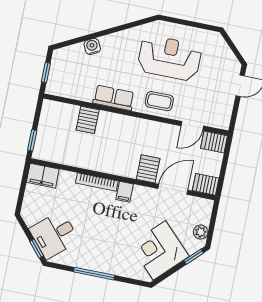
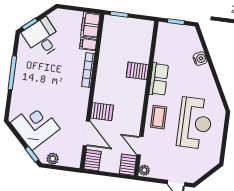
server rack: (88, 120) -> (138, 71), moved
plant: (222, 123) -> (144, 170), added
filing cabinet: (125, 192) -> (88, 44), moved

